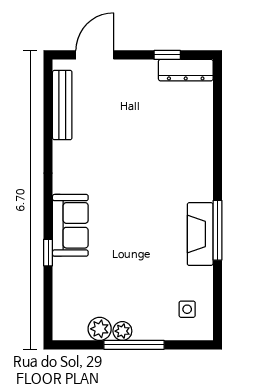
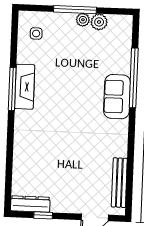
window: (48, 253) -> (134, 78), width x3.17

